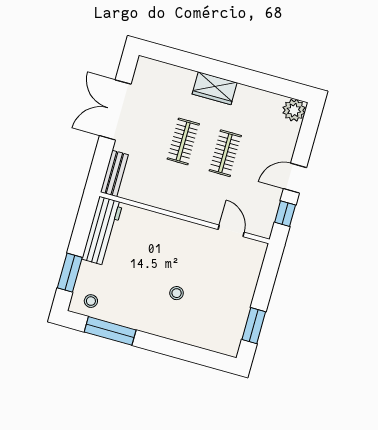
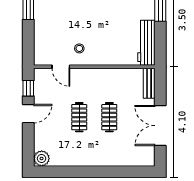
wardrobe: (215, 88) -> (98, 158), removed
double door: (115, 110) -> (160, 126), swing flipped
stool: (177, 293) -> (79, 48), moved

